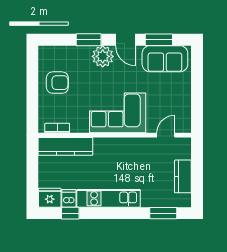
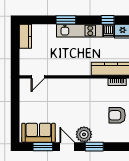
corner sofa: (118, 113) -> (73, 93), removed
kitchen counter: (183, 176) -> (25, 36), moved
window: (163, 213) -> (66, 20), moved

